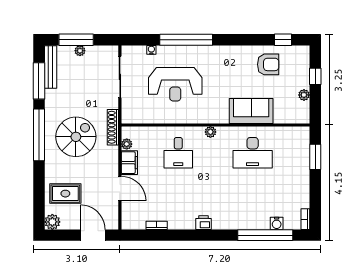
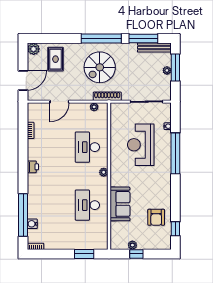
window: (315, 76) -> (136, 254), moved
spiral stairs: (76, 137) -> (100, 67), turned 90
desk: (178, 153) -> (87, 147), width x1.37
filing cabinet: (129, 163) -> (80, 109), removed

